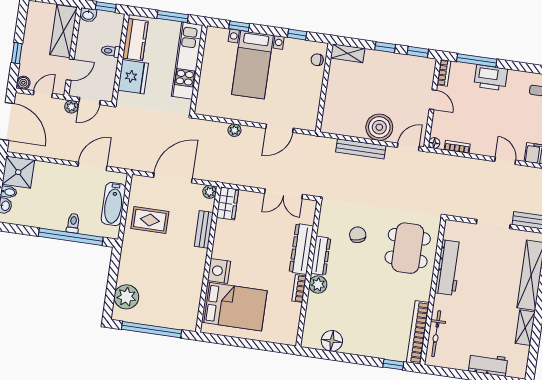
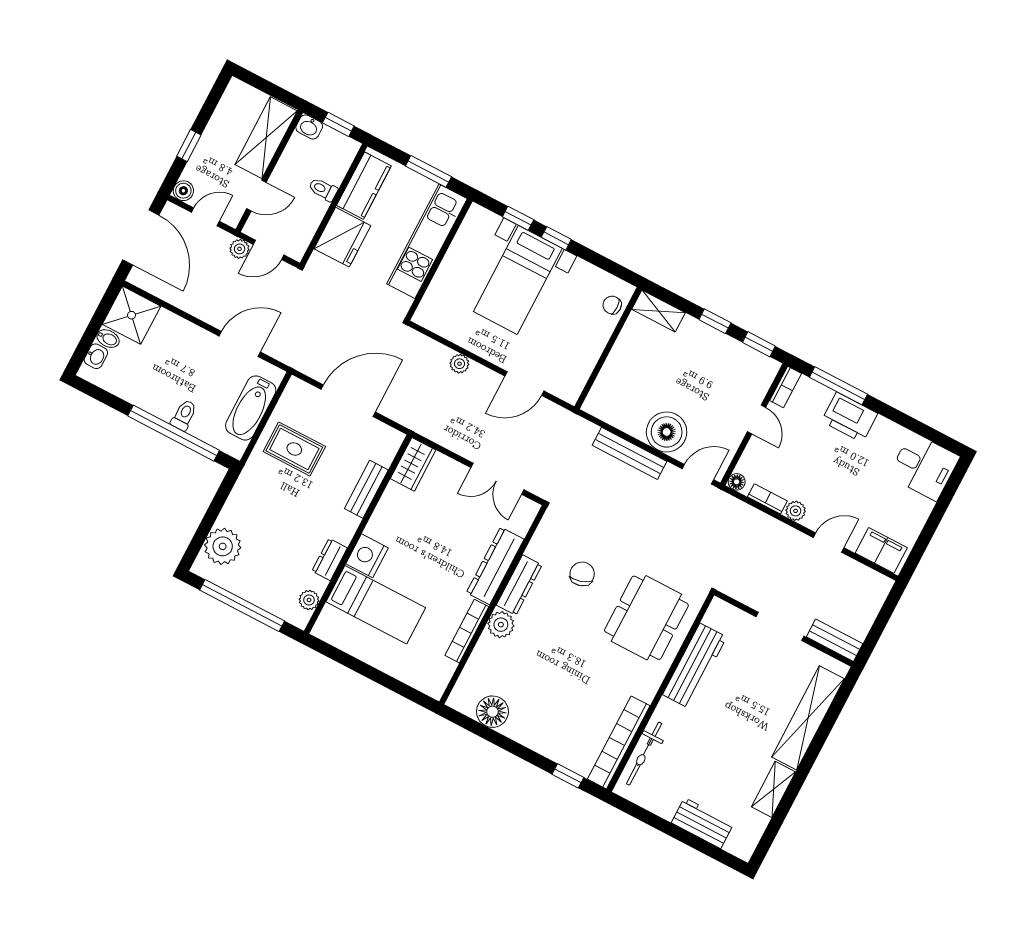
window: (297, 35) -> (556, 238), moved
plant: (478, 148) -> (796, 511), added
door: (505, 161) -> (829, 543), hinge flipped
plant: (210, 192) -> (309, 600), moved
dresser: (196, 281) -> (330, 559), added
bookcase: (299, 289) -> (467, 631), width x1.56
bed: (234, 306) -> (376, 605), width x0.67

